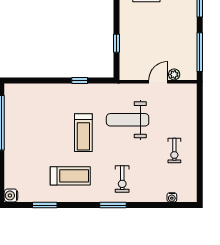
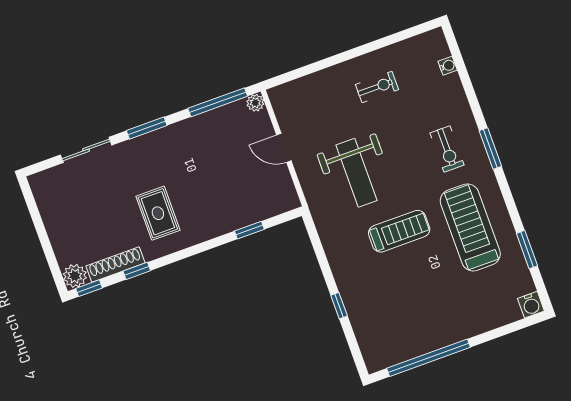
plant: (174, 74) -> (255, 103), moved
window: (80, 81) -> (339, 306), moved
treadmill: (70, 176) -> (470, 227), width x1.37, depth x1.38
exercise bike: (122, 179) -> (447, 149), turned 90

